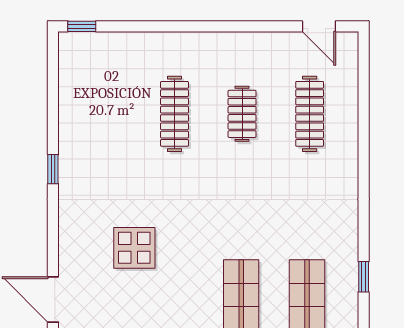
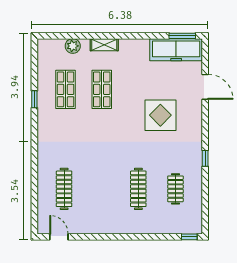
clothes rail: (242, 114) -> (175, 189), moved
display table: (134, 248) -> (160, 115), width x1.36, depth x1.36

